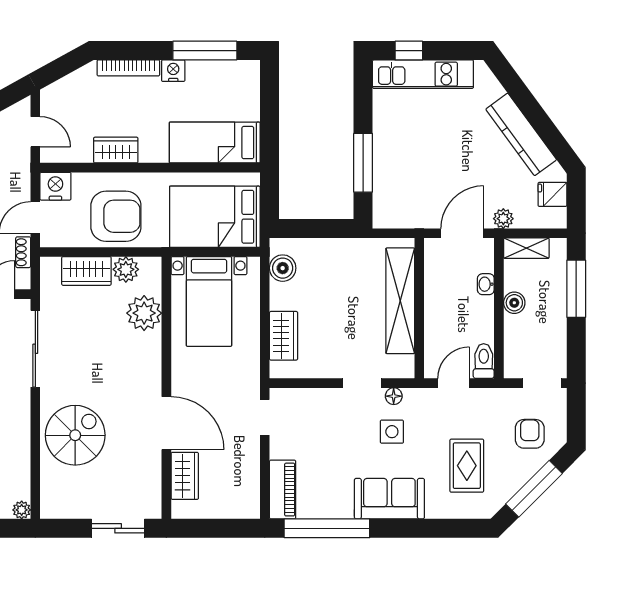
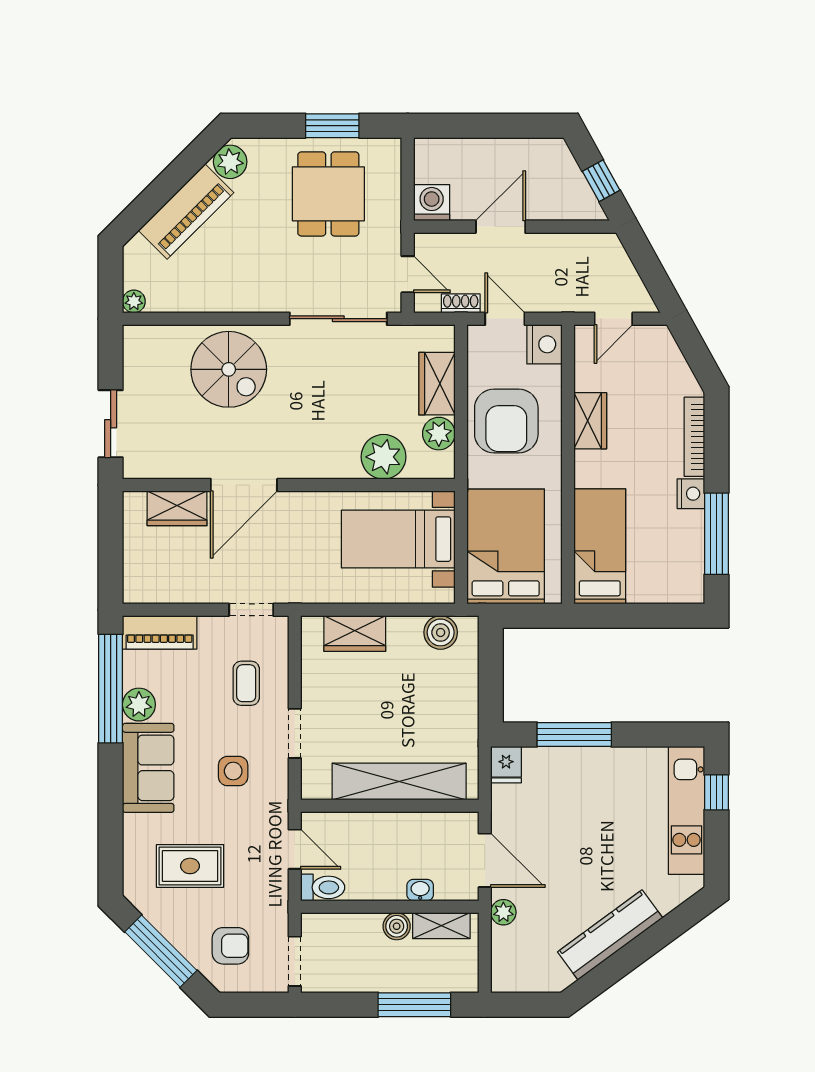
fridge: (552, 194) -> (506, 765), moved, turned 180
shelving: (526, 248) -> (441, 926), moved, turned 90
floor lamp: (394, 396) -> (278, 773), removed
coffee table: (323, 421) -> (246, 683), added
plant: (339, 506) -> (139, 705), added

